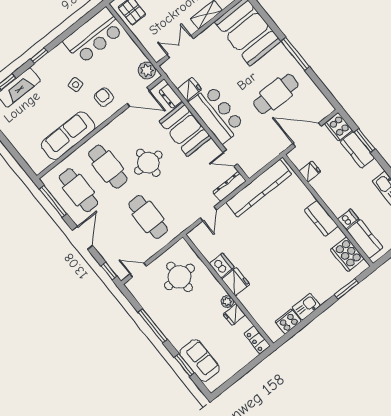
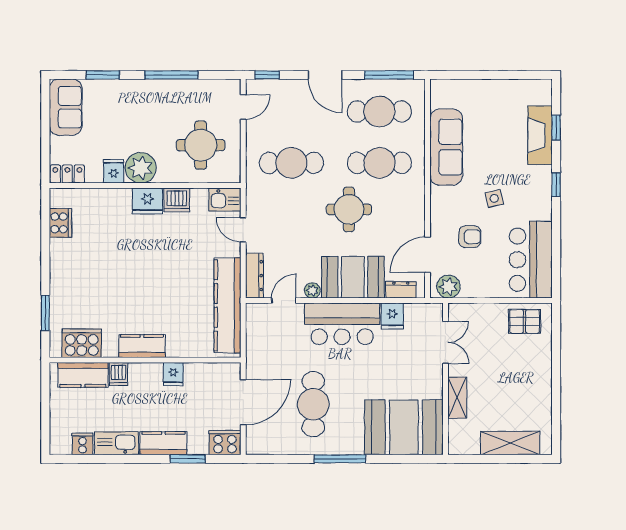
armchair: (104, 97) -> (470, 237), moved
plant: (211, 147) -> (312, 290), added
kitchen counter: (357, 150) -> (163, 443), moved
fridge: (310, 171) -> (173, 374), moved
plant: (227, 302) -> (141, 168), width x1.88, depth x1.88
kitchen sink: (306, 307) -> (225, 200), moved, turned 90
sofa: (200, 360) -> (66, 107), moved, turned -90

